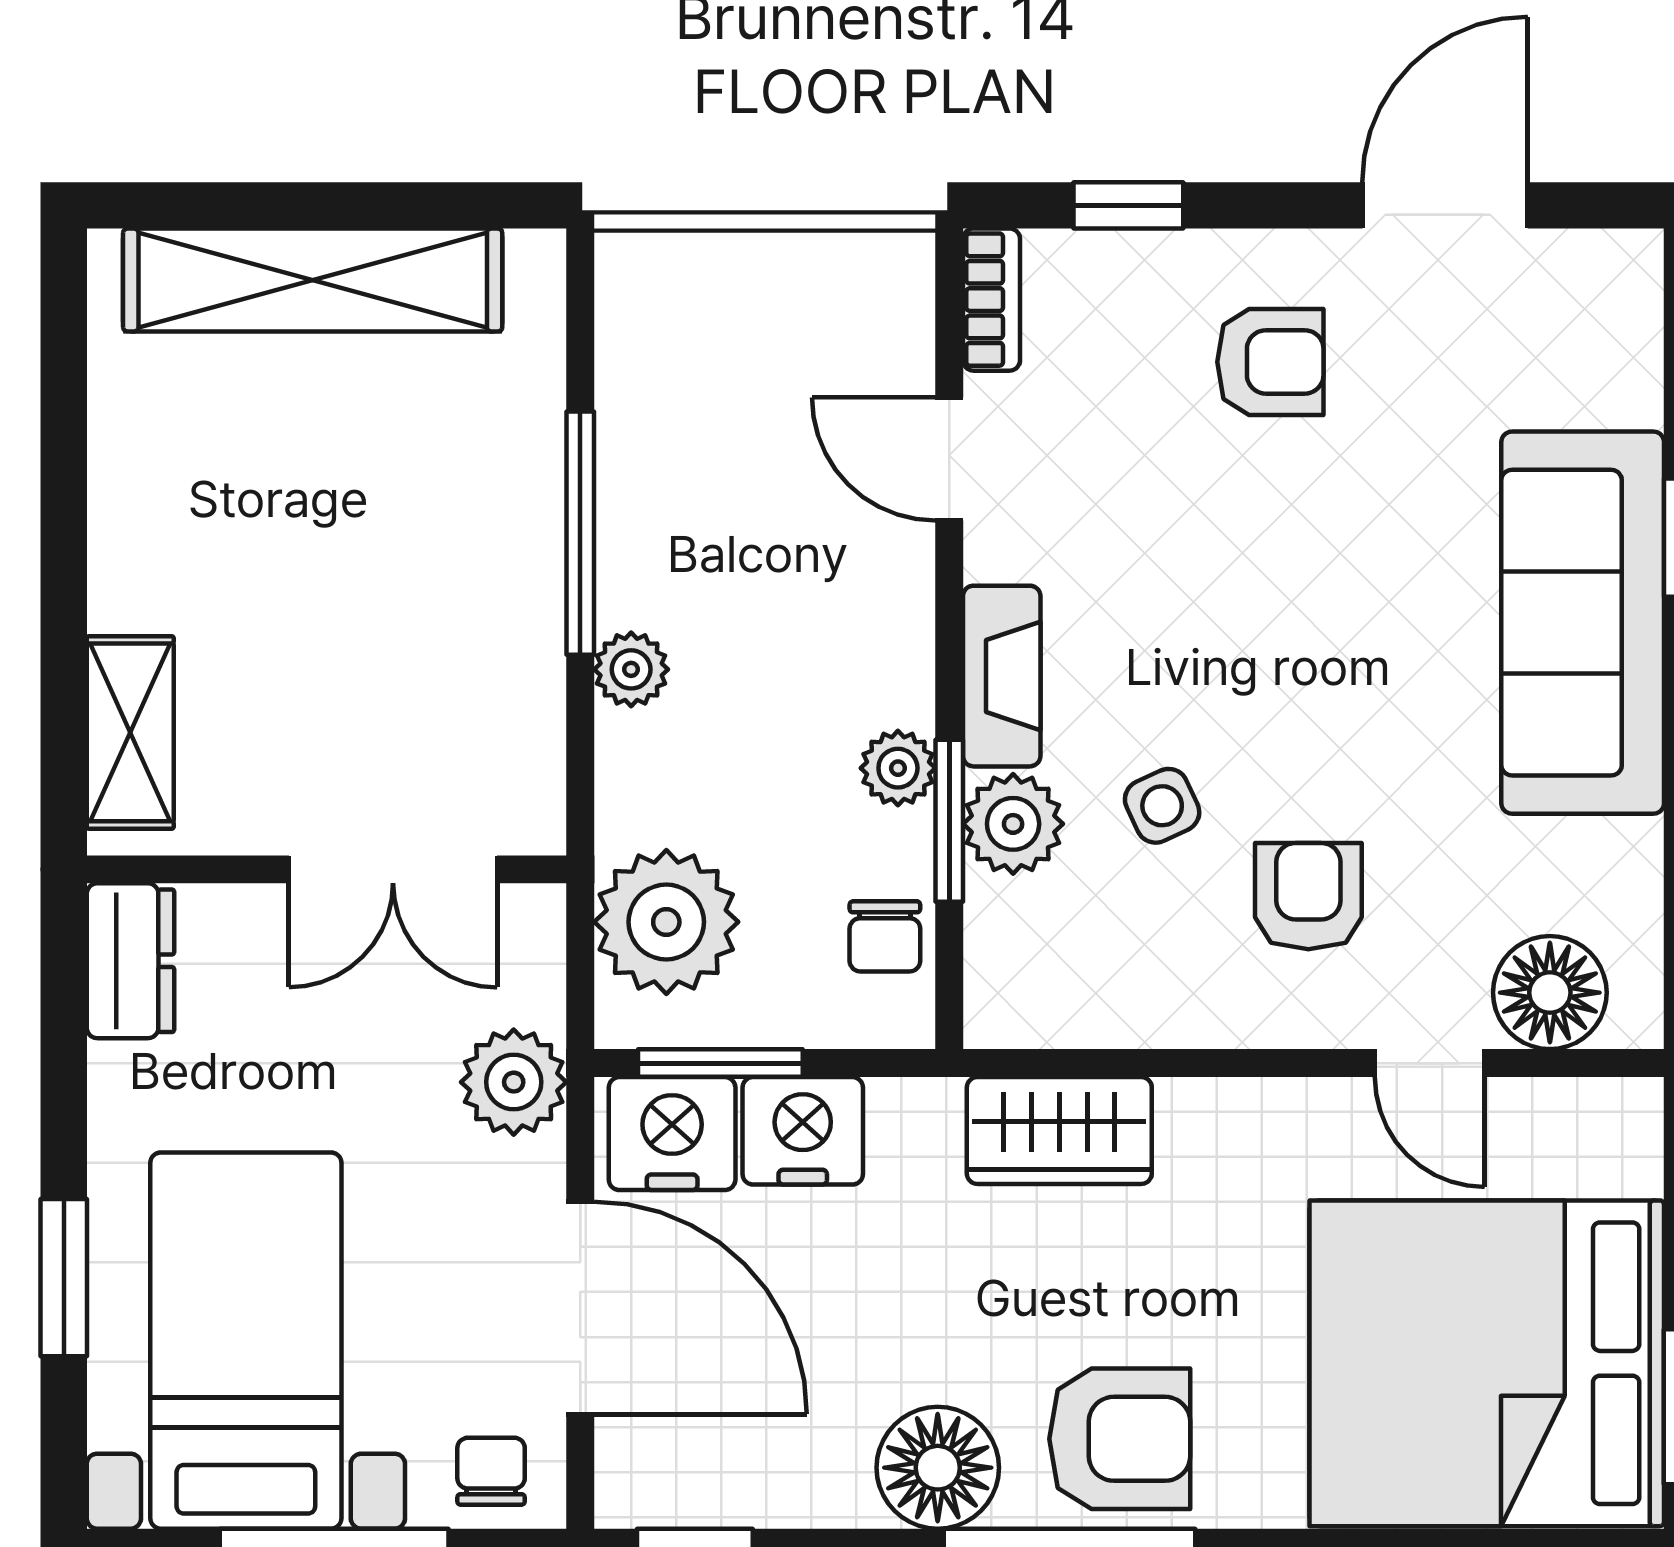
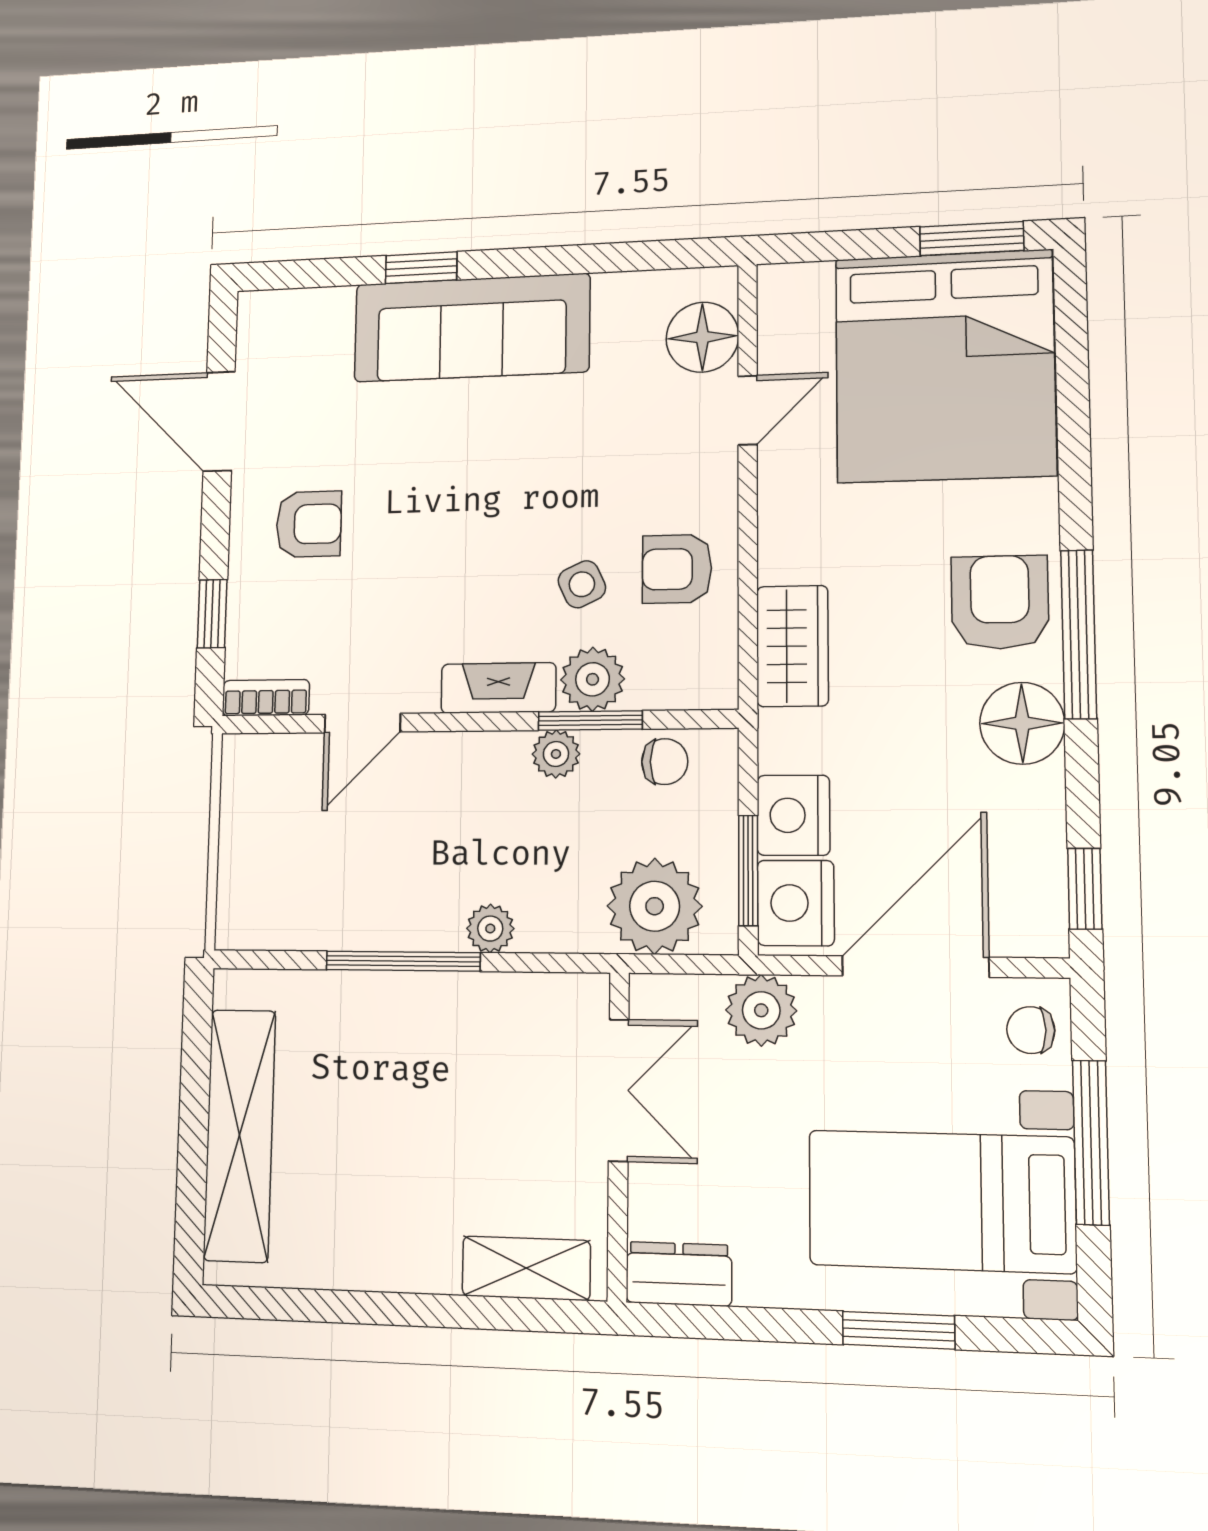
armchair: (1270, 362) -> (309, 524), turned 90
armchair: (1308, 896) -> (677, 569), moved

